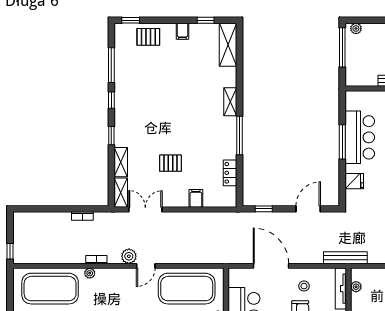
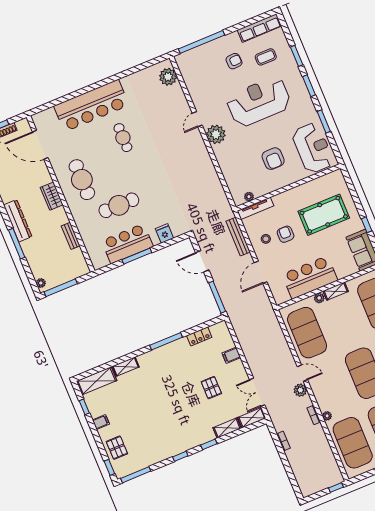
window: (111, 65) -> (136, 475), moved
shelving: (230, 102) -> (126, 367), moved
window: (264, 209) -> (217, 297), width x2.17
bench: (345, 258) -> (238, 237), moved
door: (271, 266) -> (261, 272), width x0.73

